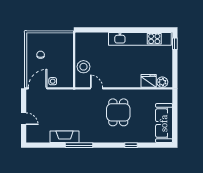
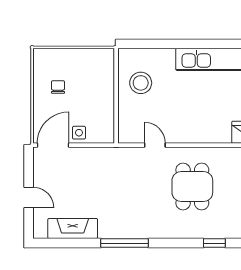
stool: (83, 67) -> (141, 83), moved
fireplace: (65, 137) -> (73, 229), moved

